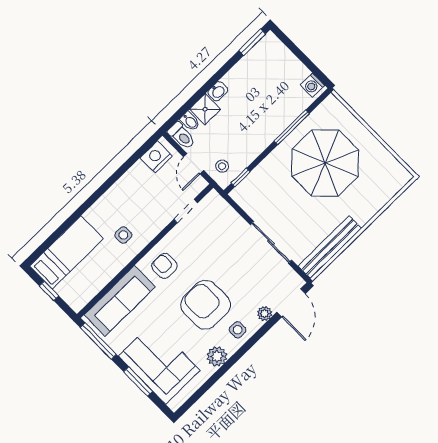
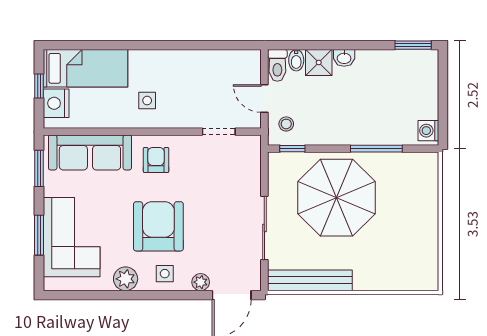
nightstand: (156, 157) -> (56, 103), moved, turned -90
parasol: (325, 163) -> (336, 198), moved
door: (194, 164) -> (264, 98), hinge flipped
window: (98, 341) -> (39, 168), width x0.69

